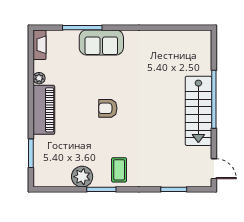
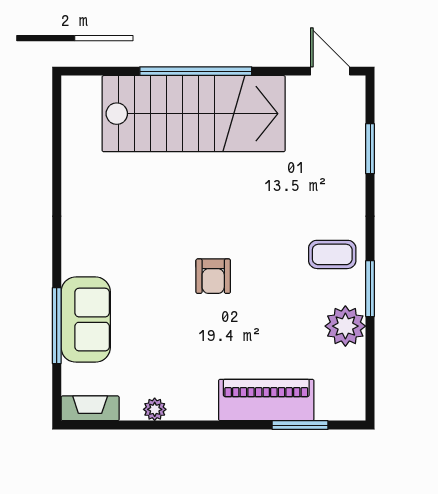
sofa: (101, 42) -> (86, 320), moved
piano: (44, 110) -> (266, 400), moved
stairs: (198, 111) -> (194, 114), width x1.36, depth x1.51
door: (214, 169) -> (330, 71), hinge flipped

